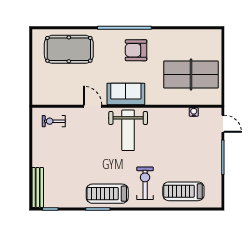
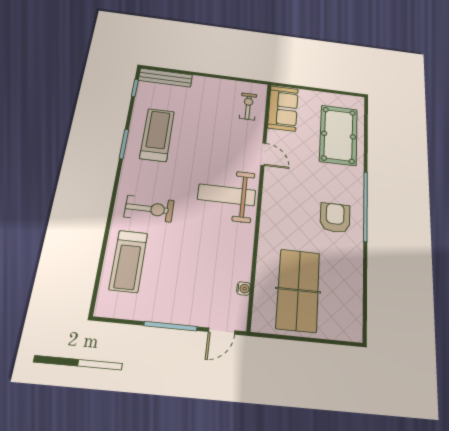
sofa: (126, 94) -> (283, 108), moved
door: (93, 106) -> (263, 154), hinge flipped
treadmill: (183, 191) -> (128, 261), turned 180
treadmill: (107, 194) -> (157, 135), moved

